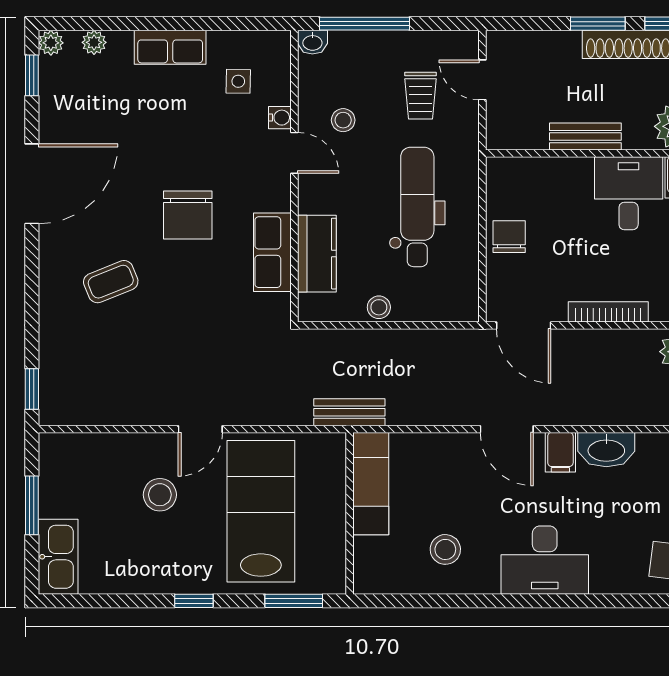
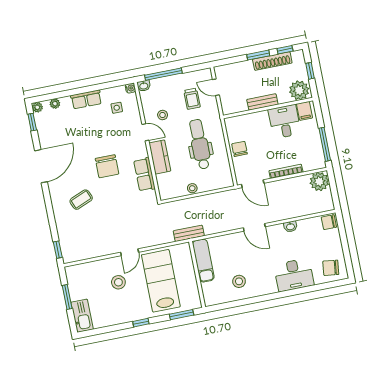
water cooler: (280, 118) -> (130, 88), moved
kitchen counter: (317, 254) -> (160, 157), moved
washbasin: (606, 450) -> (290, 227), width x0.52, depth x0.69
filing cabinet: (560, 452) -> (278, 232), removed
desk: (545, 560) -> (294, 275), moved

